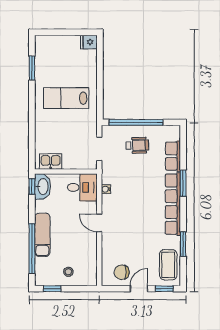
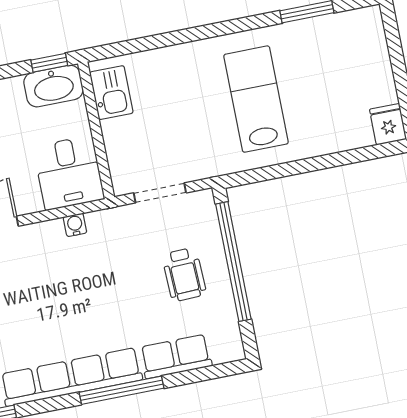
window: (183, 183) -> (121, 390), width x1.44

